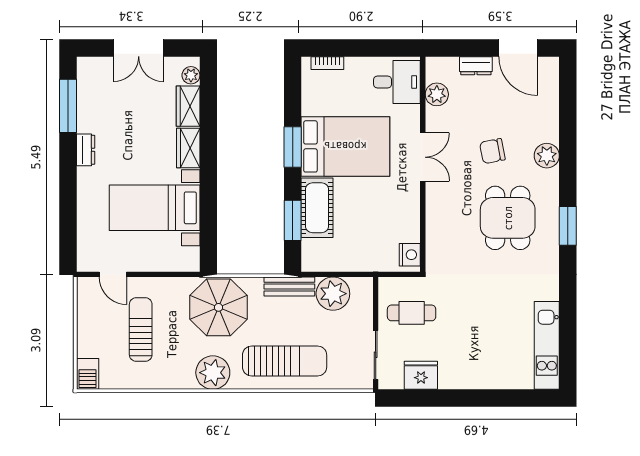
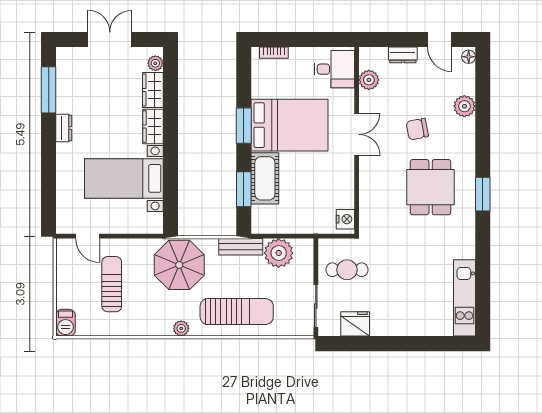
double door: (139, 48) -> (110, 40), swing flipped
door: (518, 48) -> (440, 40), width x0.73
floor lamp: (551, 68) -> (469, 57), added
plant: (547, 156) -> (464, 106), moved
plant: (213, 373) -> (181, 328), width x0.53, depth x0.53

